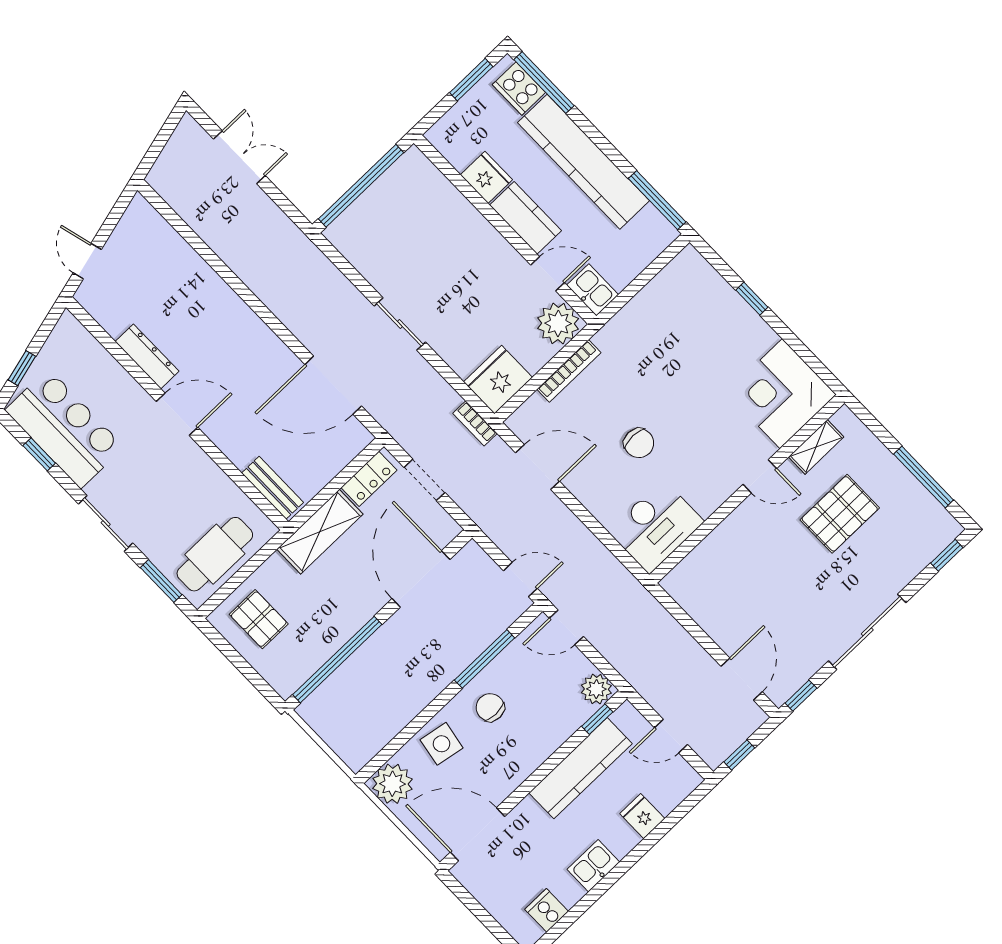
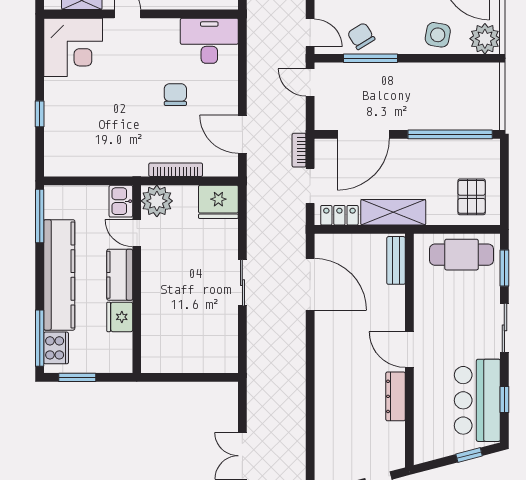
window: (361, 186) -> (192, 377), removed
bookcase: (475, 423) -> (299, 150), moved, turned 180
chair: (490, 707) -> (361, 36), moved, turned 148

